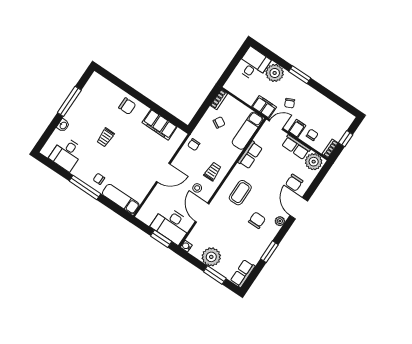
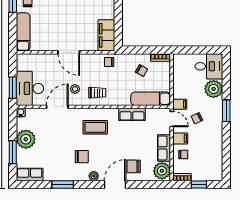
filing cabinet: (264, 107) -> (180, 104), width x0.50
filing cabinet: (160, 125) -> (106, 35), moved

